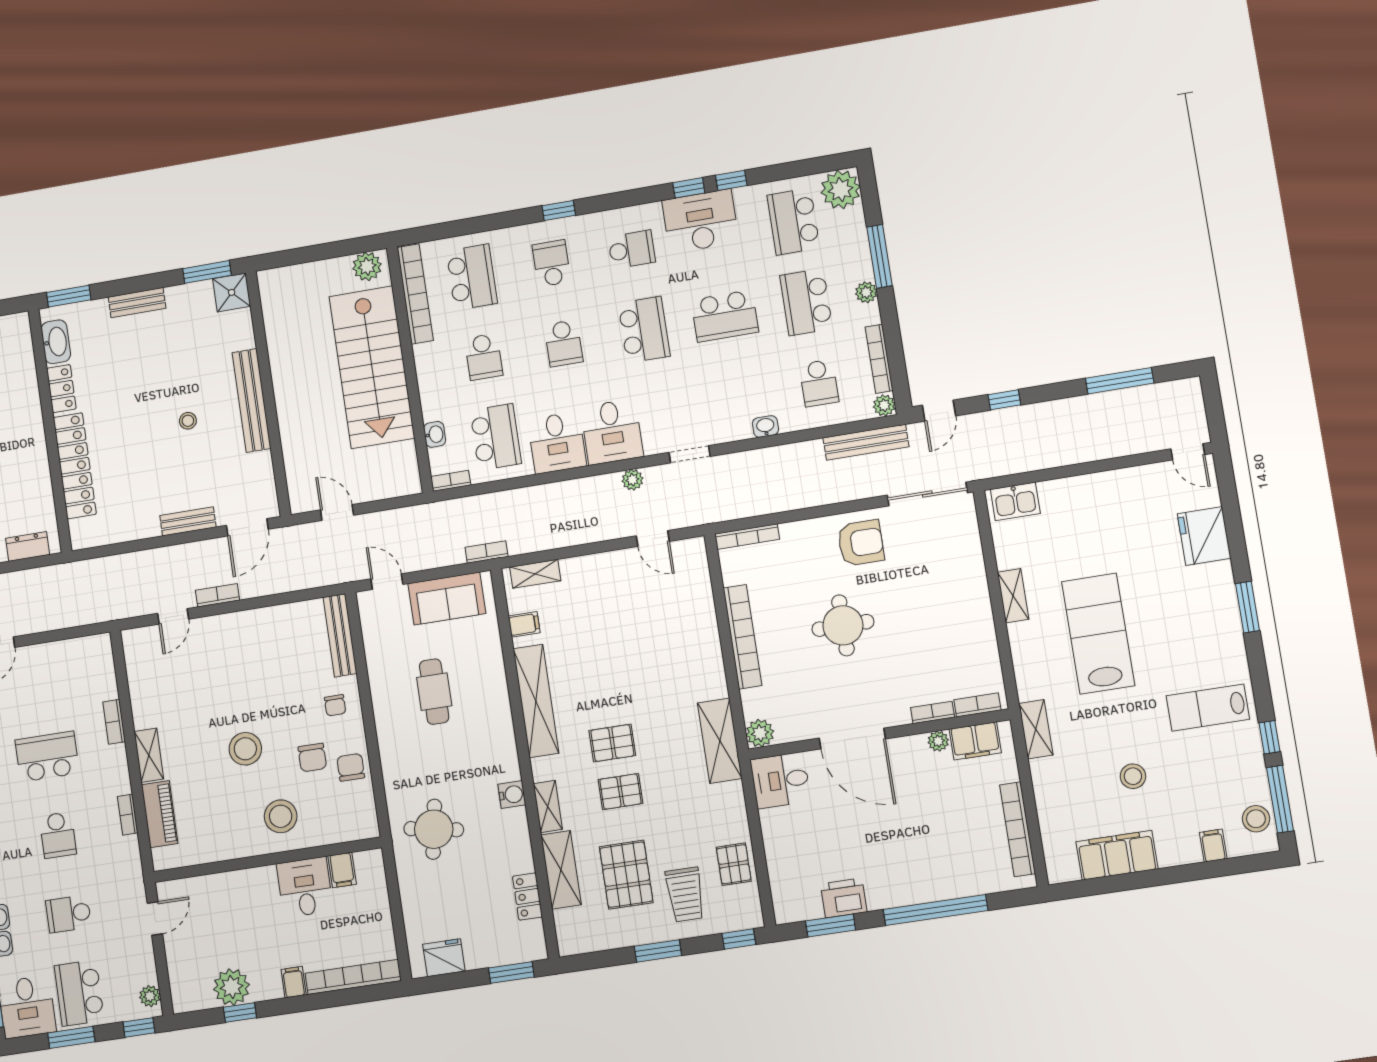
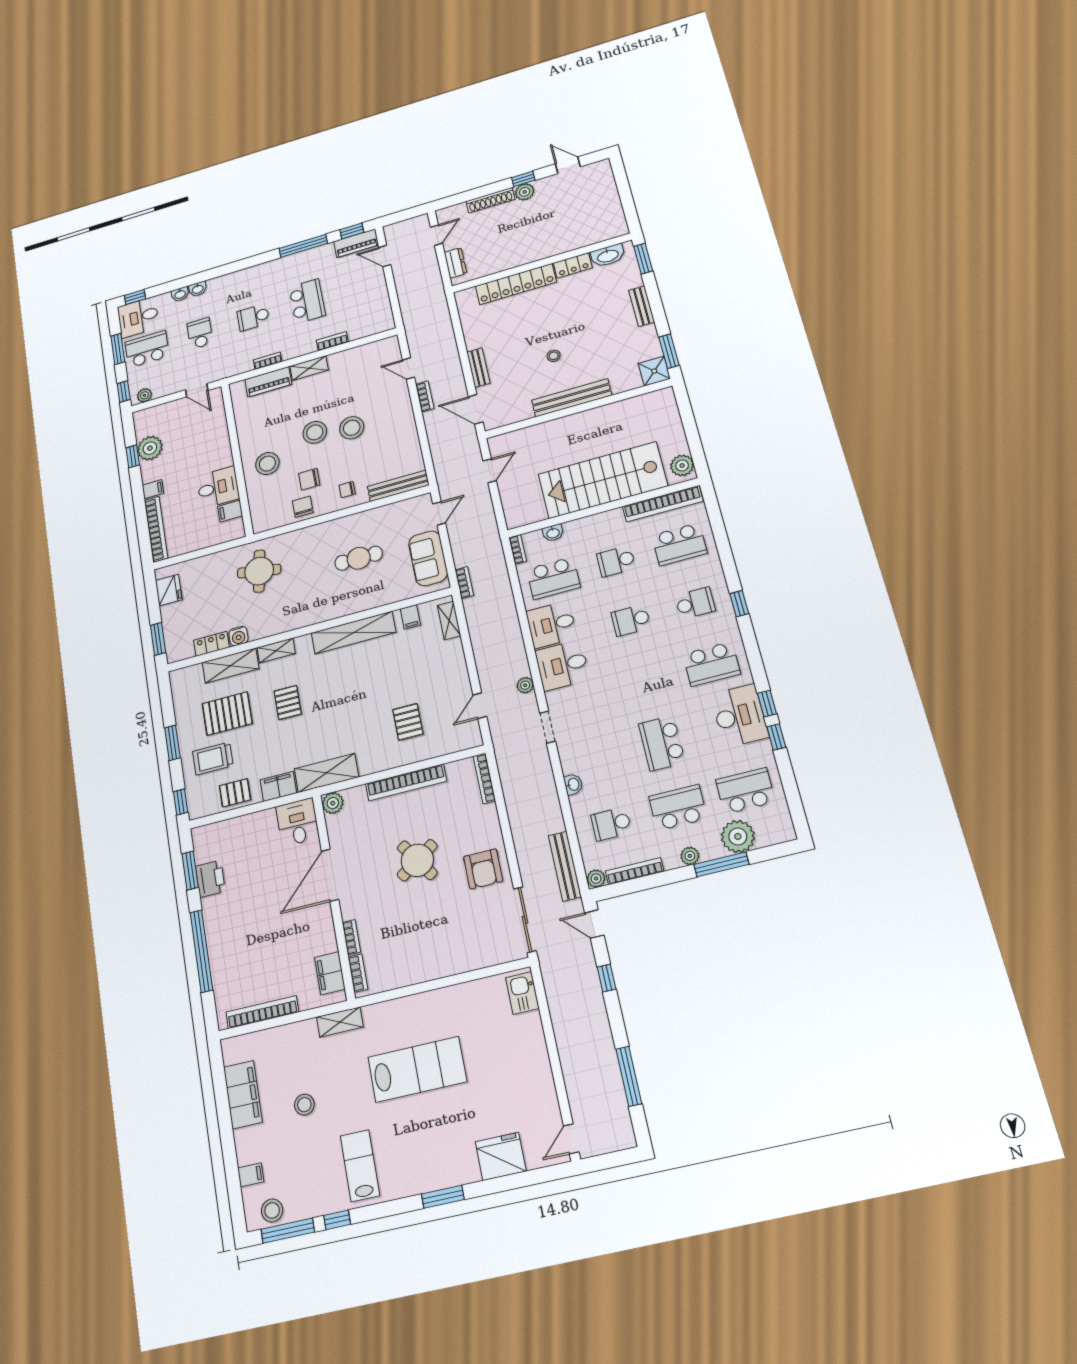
plant: (841, 190) -> (738, 836), moved
school desk: (632, 249) -> (711, 664), width x1.85
school desk: (644, 330) -> (646, 681), removed
shelving: (1013, 596) -> (445, 996), removed
round table: (843, 625) -> (417, 860), turned -34
stool: (247, 697) -> (352, 428), added
plant: (938, 741) -> (329, 944), removed
pallet: (612, 743) -> (408, 722), moved
chair: (351, 767) -> (303, 507), turned -90
water cooler: (512, 795) -> (238, 636), moved
filing cabinet: (731, 805) -> (278, 786), added

